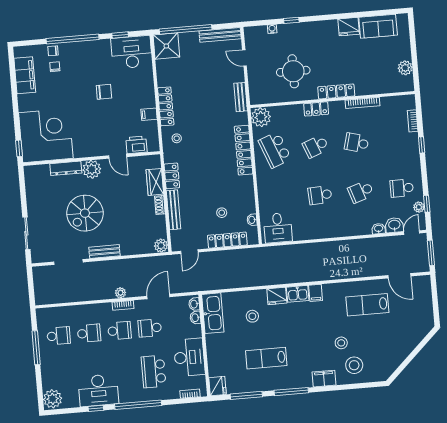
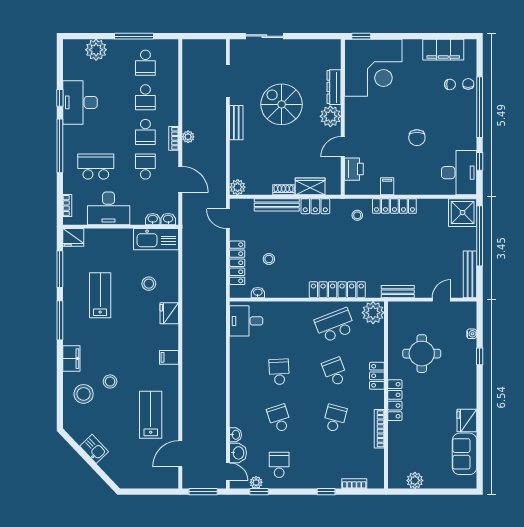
kitchen sink: (298, 294) -> (94, 449), moved, turned 137
plant: (53, 399) -> (96, 50), moved

